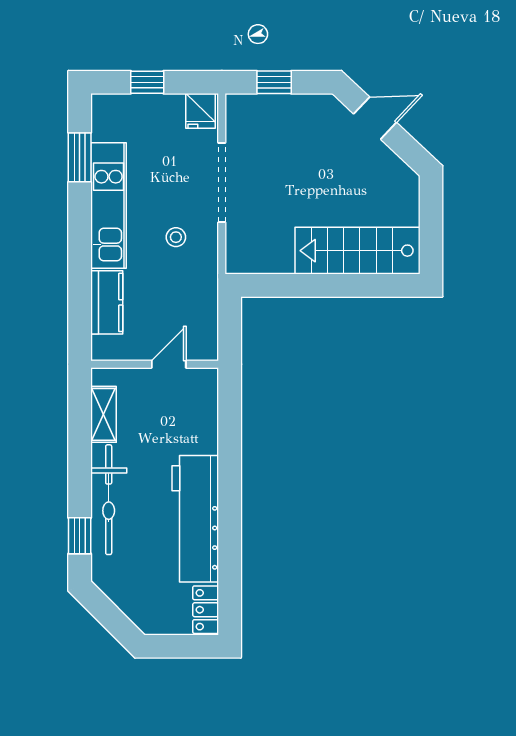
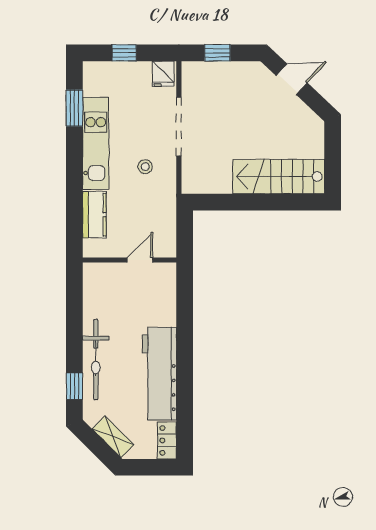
shelving: (103, 414) -> (113, 437), moved, turned -45

